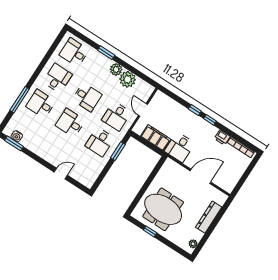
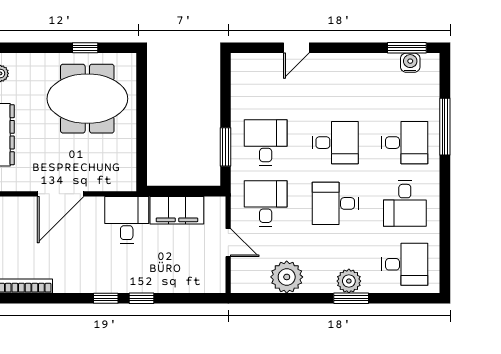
plant: (116, 69) -> (349, 281), moved
printer: (222, 138) -> (66, 282), removed

